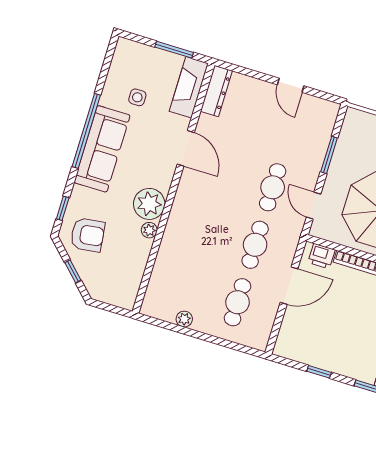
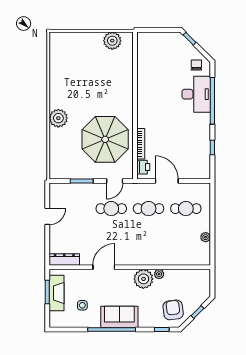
fireplace: (189, 87) -> (57, 293), moved, turned -90
sofa: (102, 149) -> (119, 317), width x0.73

